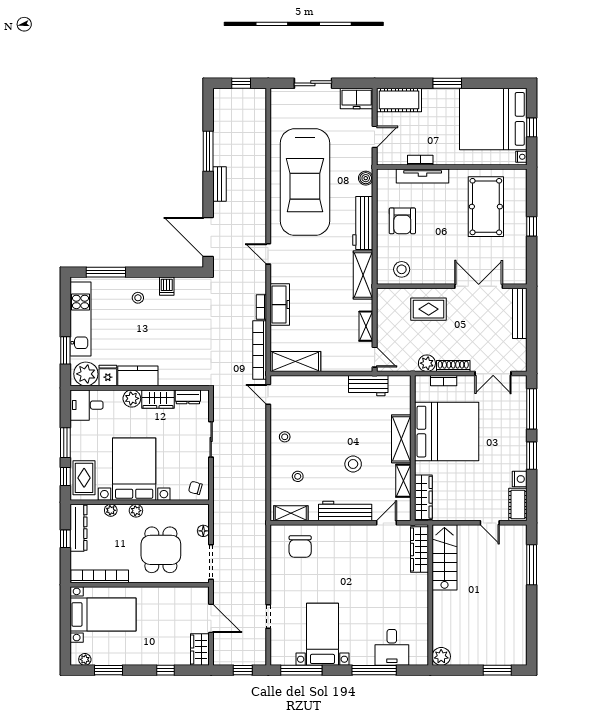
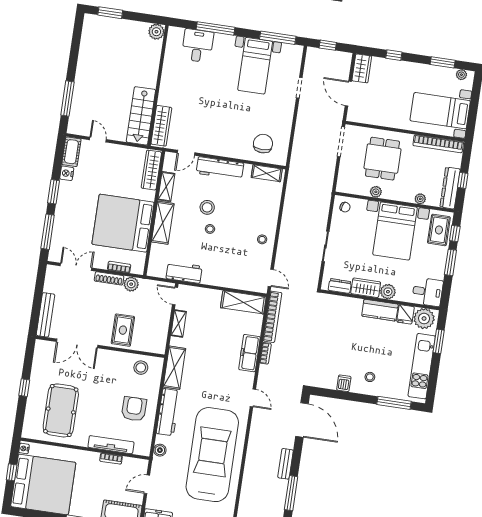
rug: (429, 309) -> (123, 330), turned 90
stool: (298, 476) -> (210, 229), moved
plant: (136, 511) -> (376, 192), moved
floor lamp: (203, 531) -> (344, 169), removed

